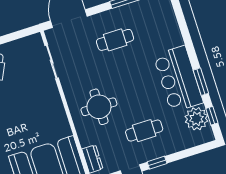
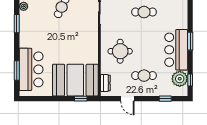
window: (201, 82) -> (190, 41), moved
window: (157, 163) -> (165, 99), moved

